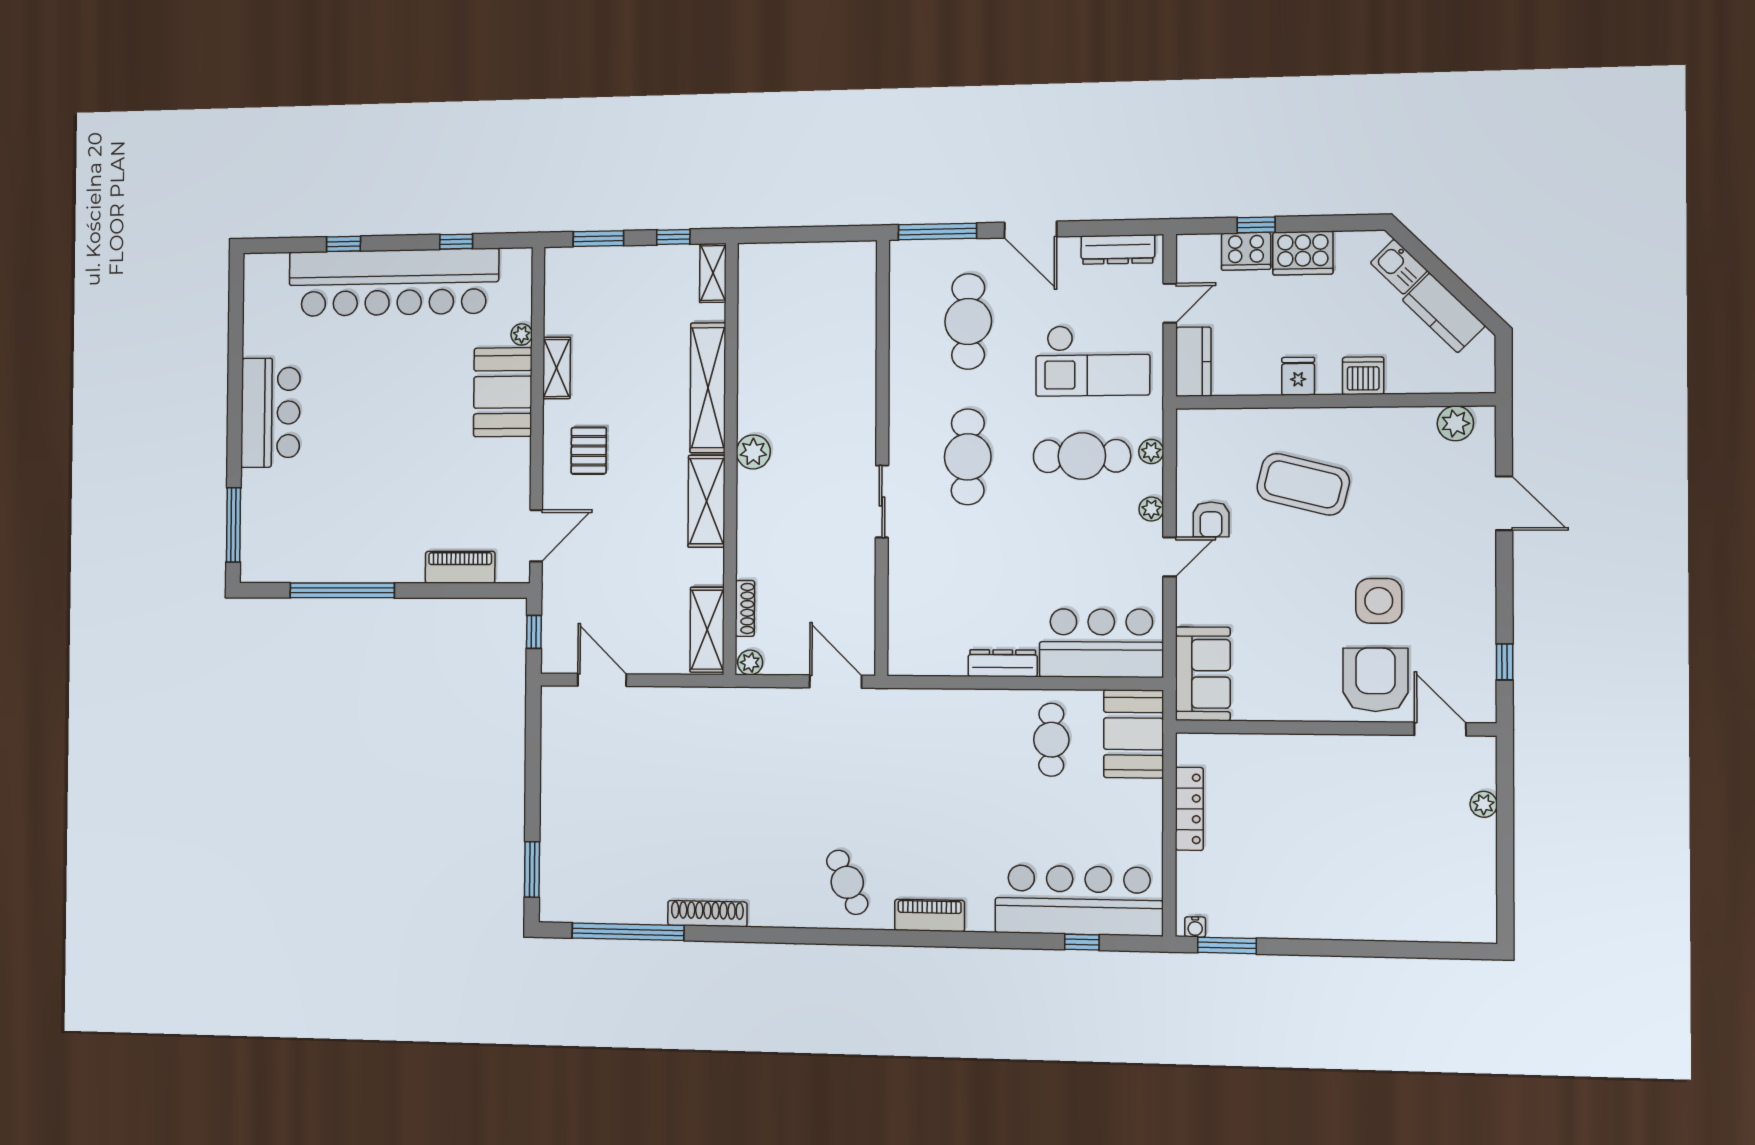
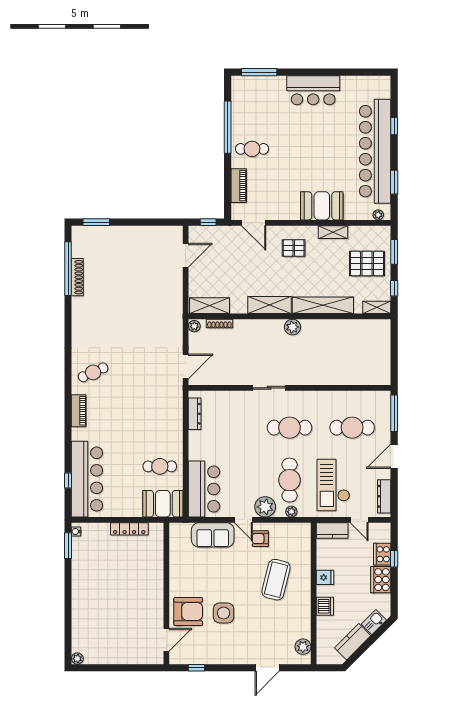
window: (456, 242) -> (394, 182), width x1.50
pallet: (622, 295) -> (367, 263), added
plant: (522, 334) -> (378, 215), moved
plant: (1151, 509) -> (265, 507), width x1.87, depth x1.87
cafe table: (386, 539) -> (252, 149), added
dresser: (1003, 663) -> (195, 414), moved
sofa: (1203, 674) -> (213, 535), moved
plant: (1484, 804) -> (77, 659), moved
shoe rack: (707, 914) -> (77, 277), moved

